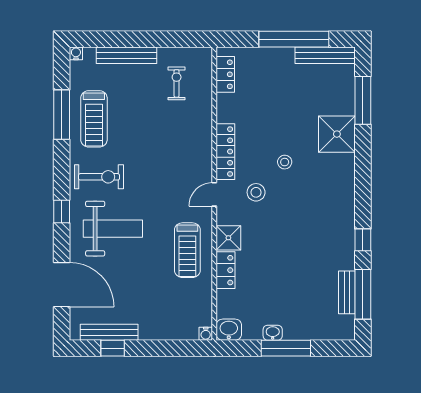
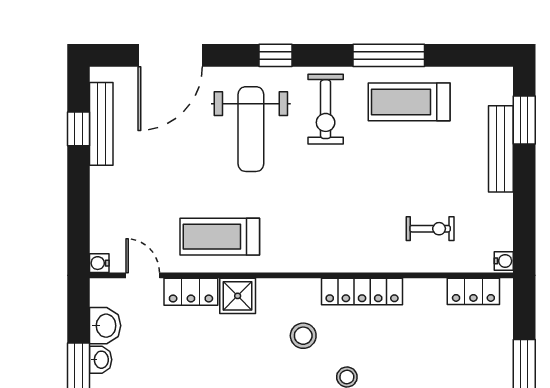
window: (106, 39) -> (524, 120), added
water cooler: (76, 53) -> (504, 261), moved
exercise bike: (177, 83) -> (430, 229), moved
window: (62, 115) -> (389, 55), moved
door: (214, 194) -> (143, 275), moved
washbasin: (229, 330) -> (105, 326), moved

